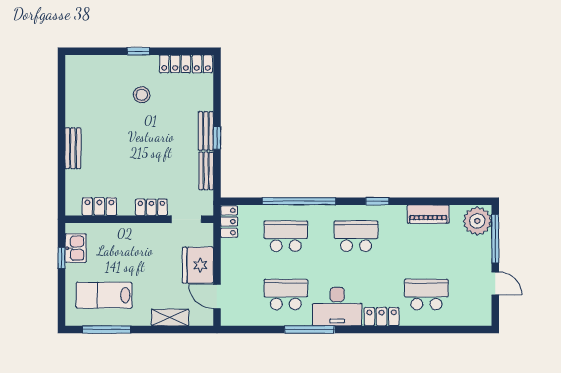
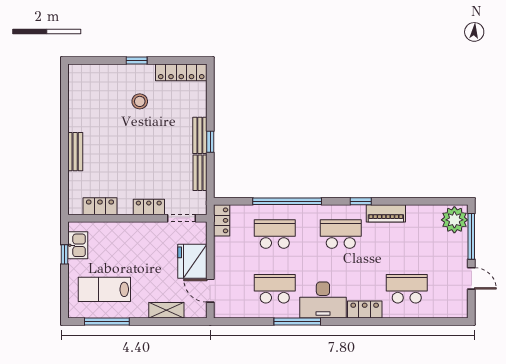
piano: (428, 214) -> (386, 213), moved

